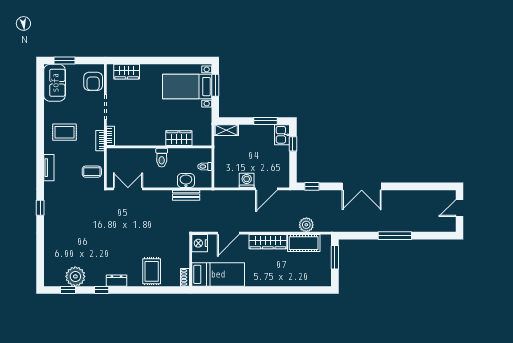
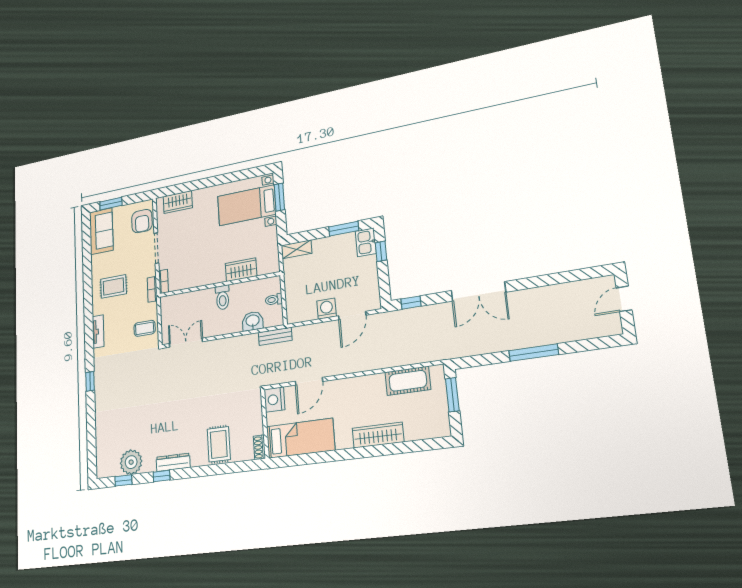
bench: (186, 195) -> (275, 336), moved
plant: (306, 225) -> (409, 355), removed
wardrobe: (268, 242) -> (378, 435), moved, turned 180
dresser: (117, 281) -> (173, 462), width x1.44

